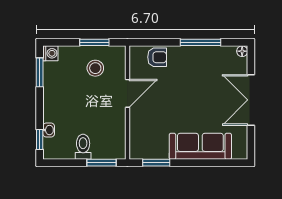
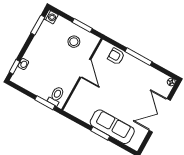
window: (201, 42) -> (139, 57), moved
armchair: (157, 57) -> (116, 56), turned 180
door: (127, 93) -> (85, 68), hinge flipped
toilet: (83, 147) -> (56, 96), moved
window: (156, 163) -> (100, 133), moved

